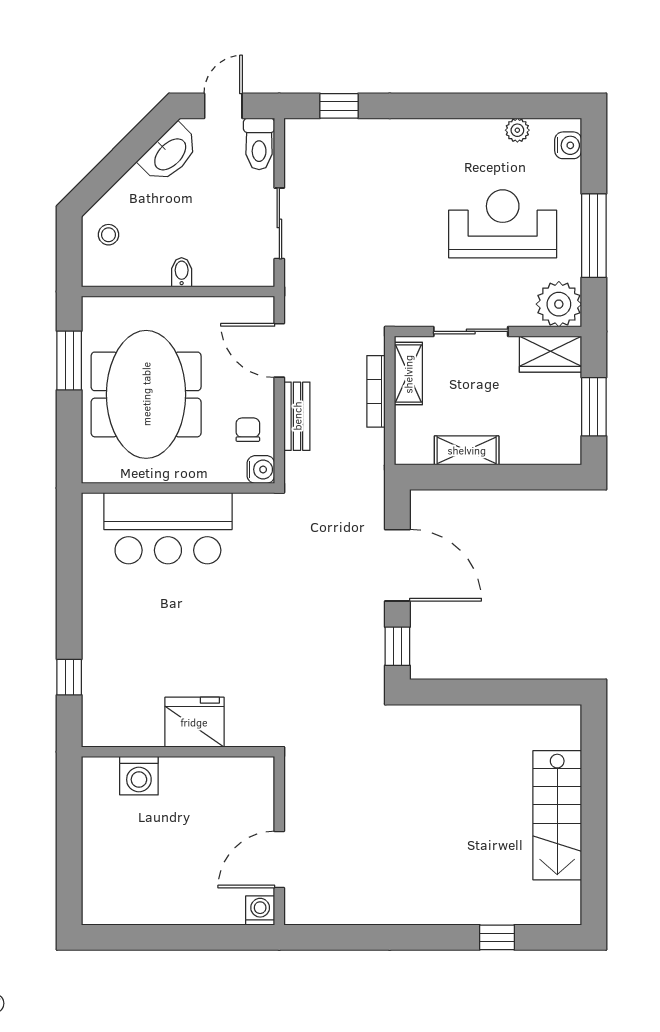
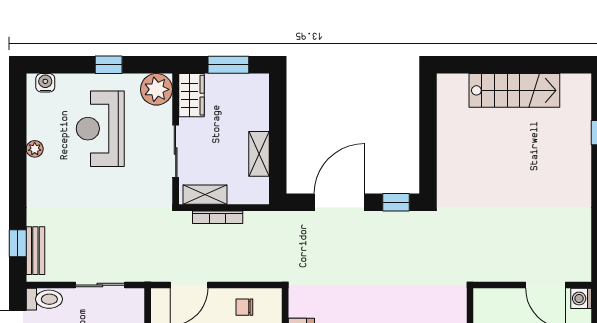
plant: (517, 130) -> (35, 149), moved
window: (594, 236) -> (109, 65), width x0.46
bench: (297, 416) -> (35, 251), moved, turned 90
water cooler: (261, 469) -> (272, 298), removed

